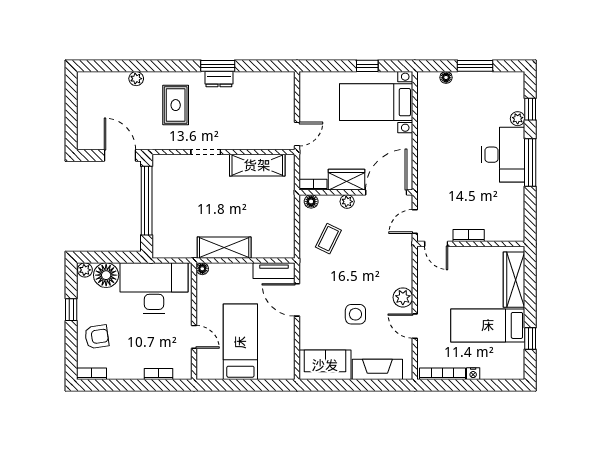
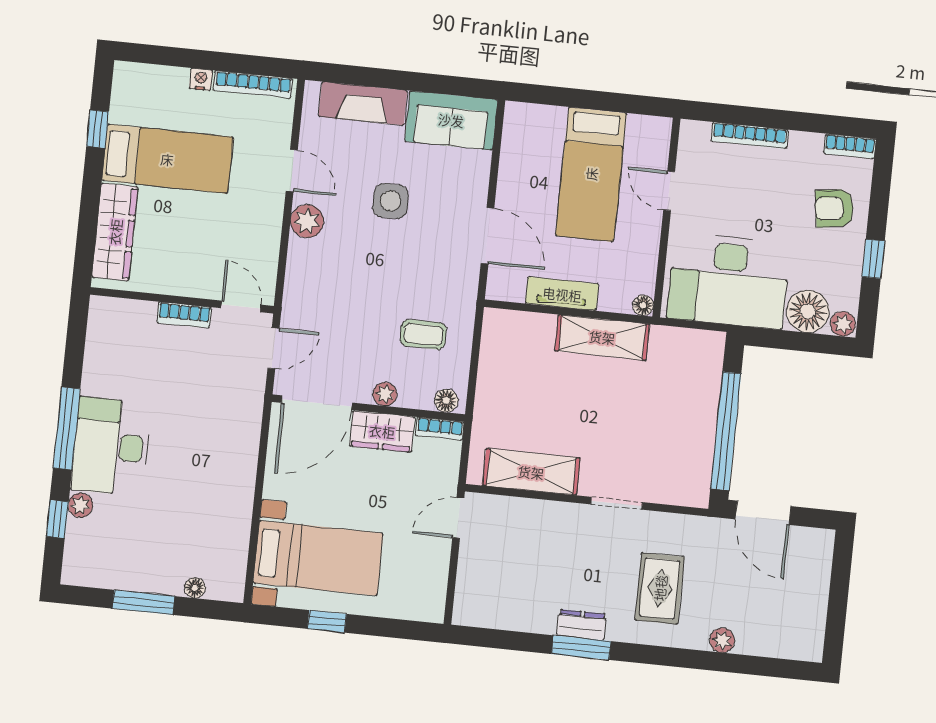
coffee table: (328, 239) -> (423, 334), turned 64
tv unit: (274, 271) -> (562, 294), moved
bookcase: (159, 374) -> (750, 135), width x1.56

